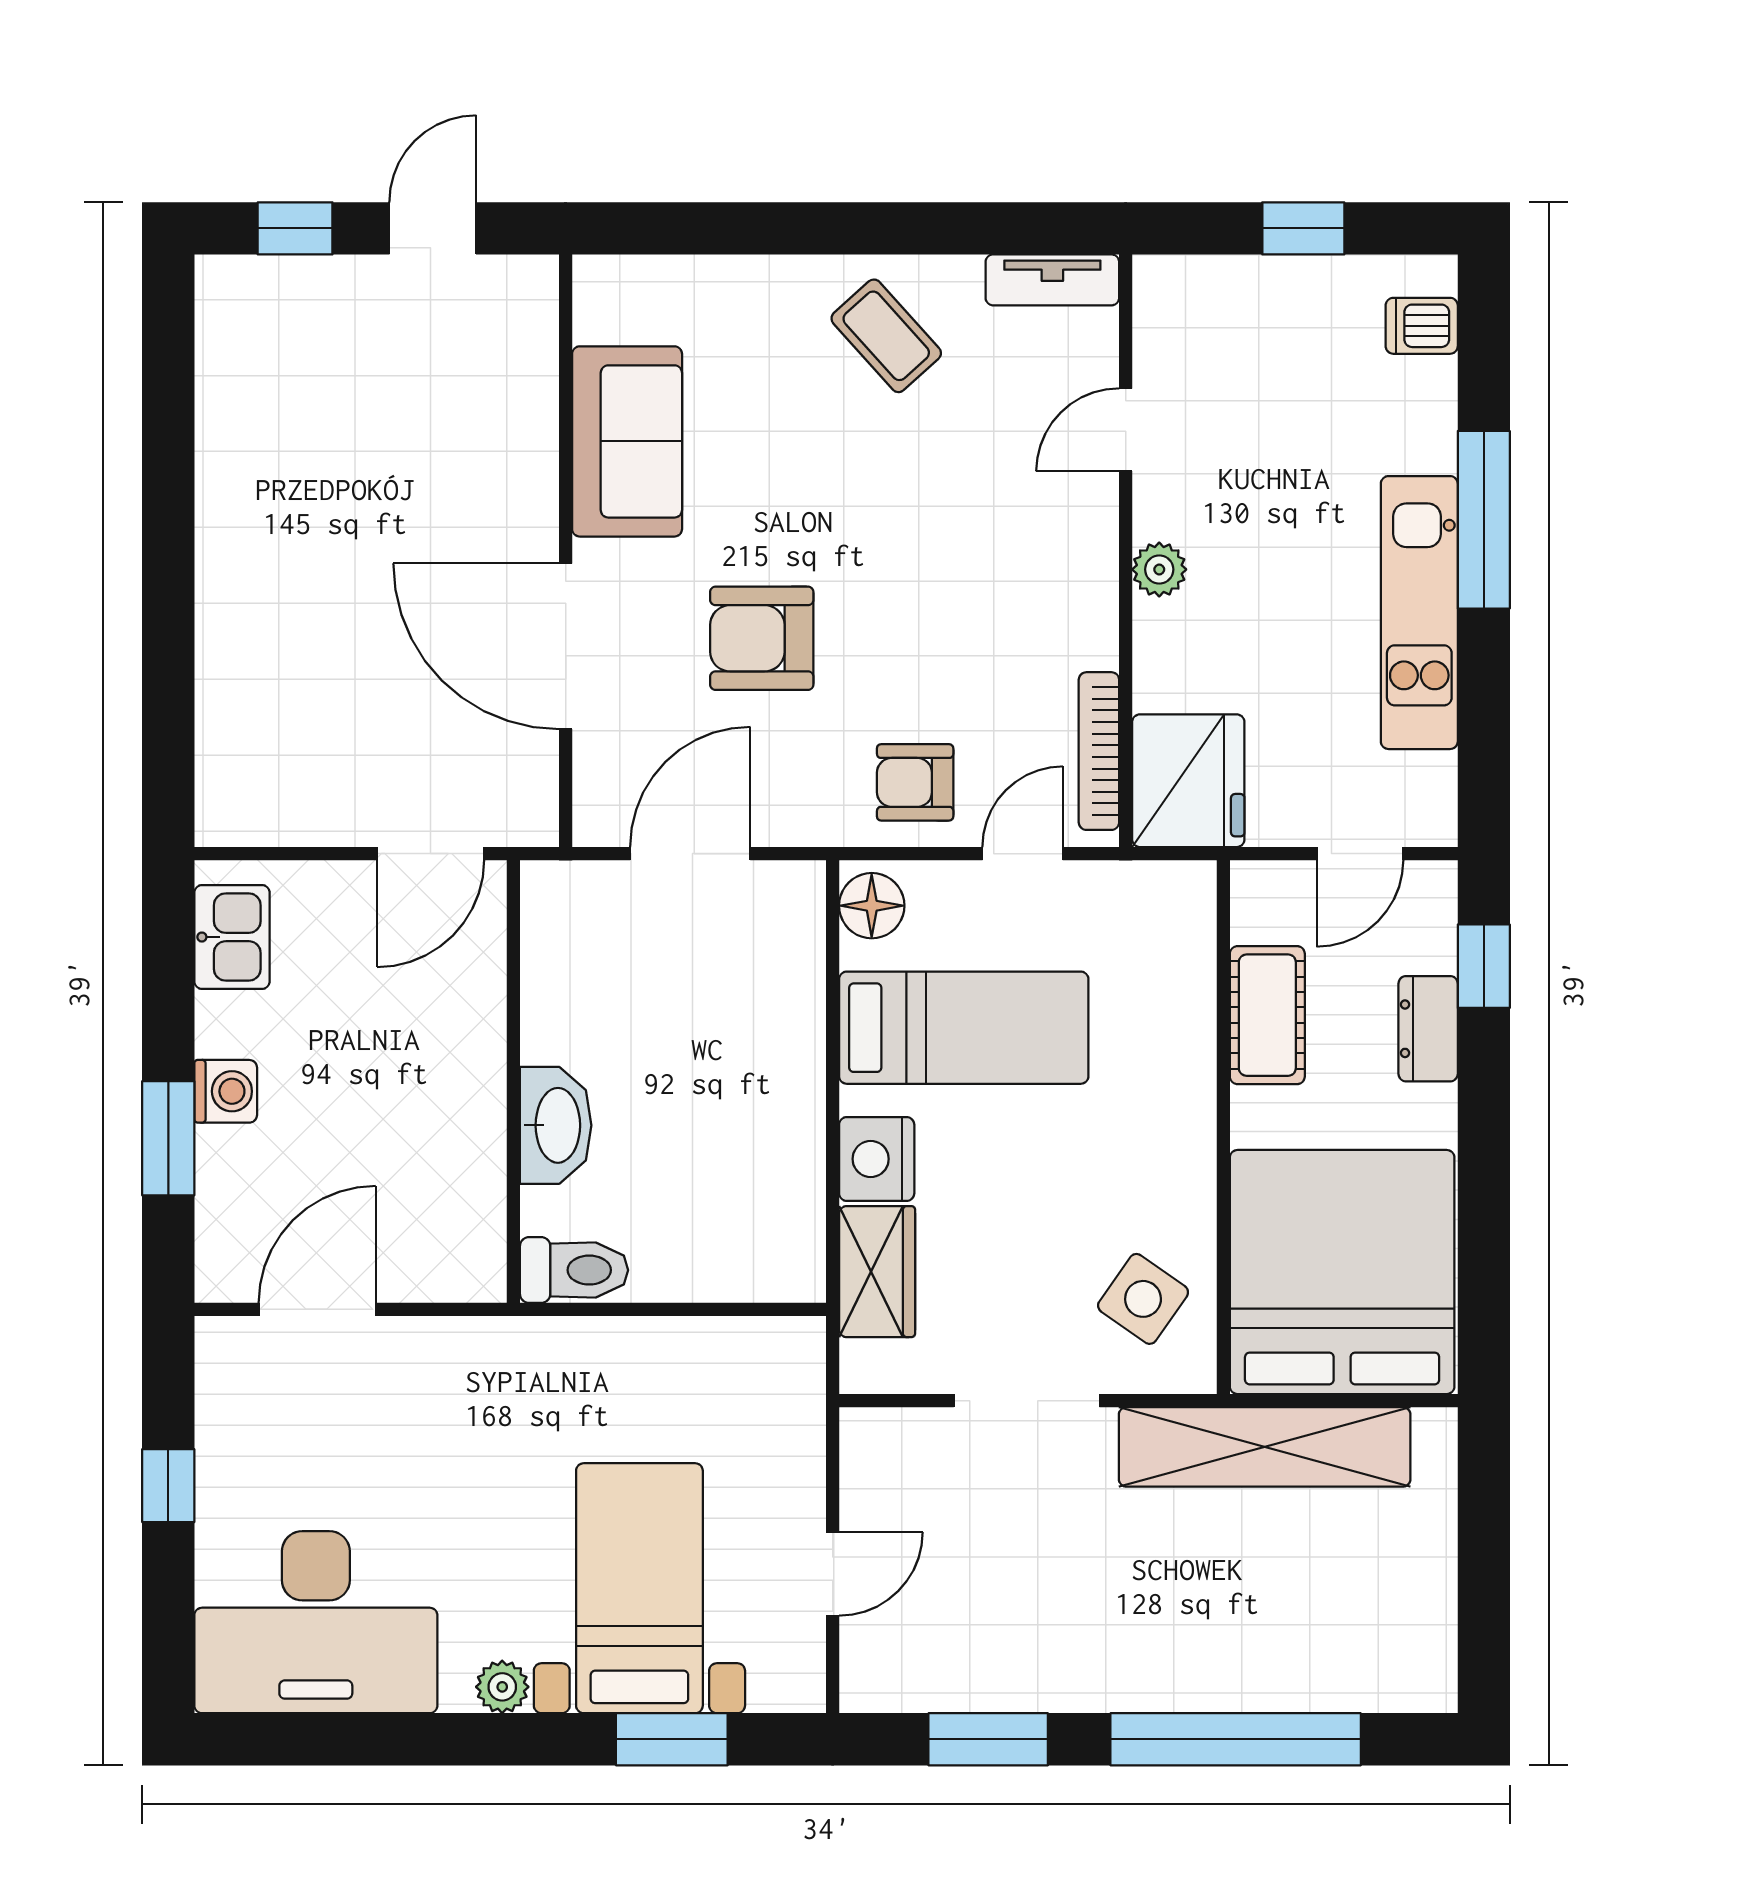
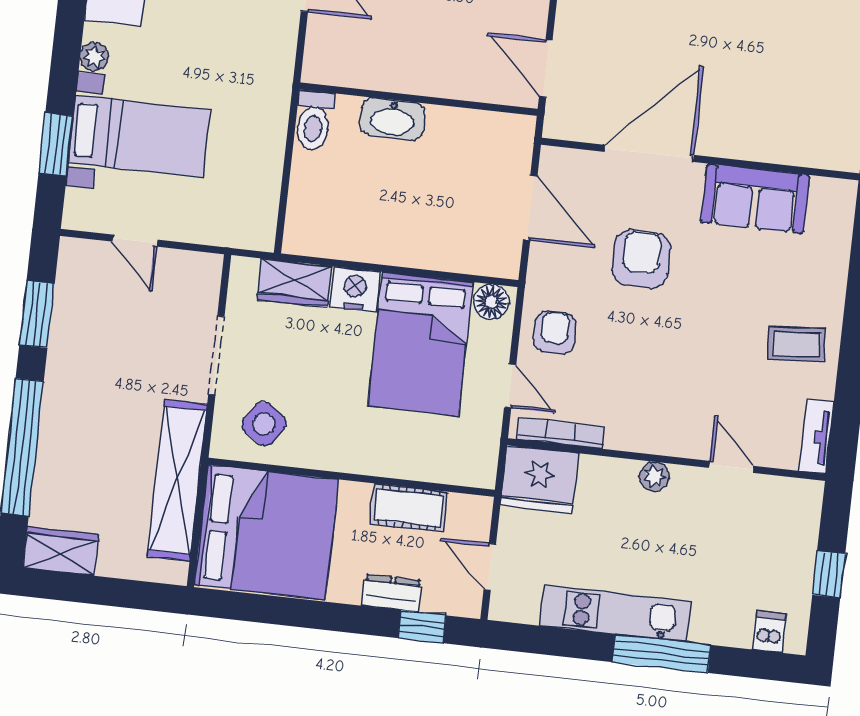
coffee table: (886, 336) -> (796, 344), turned 38
bed: (964, 1028) -> (420, 344), width x1.50
wardrobe: (1419, 1647) -> (61, 551), added

